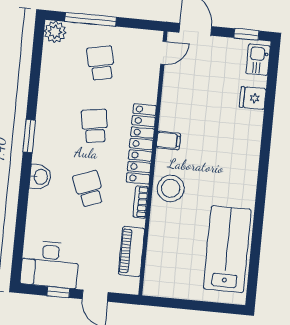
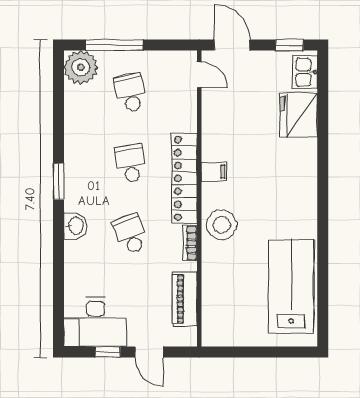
plant: (55, 32) -> (81, 67), width x1.36, depth x1.36
door: (163, 53) -> (199, 75), hinge flipped
fridge: (253, 98) -> (299, 115), width x1.88, depth x1.34

